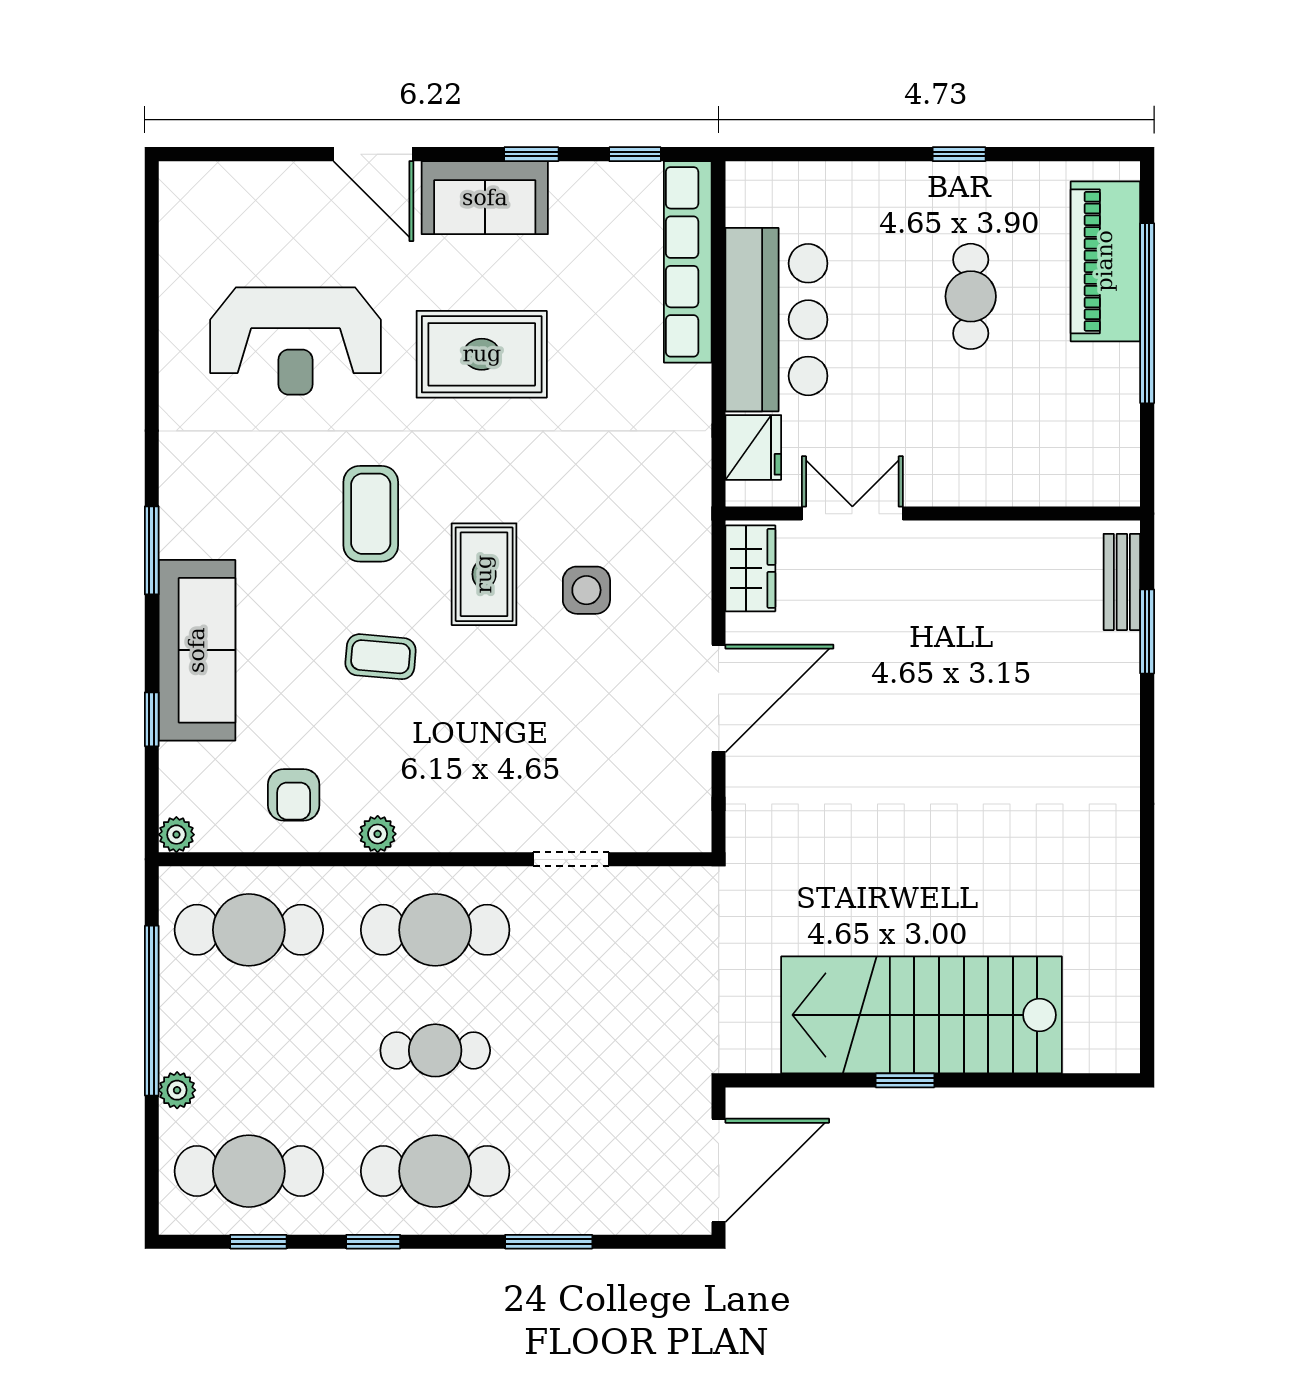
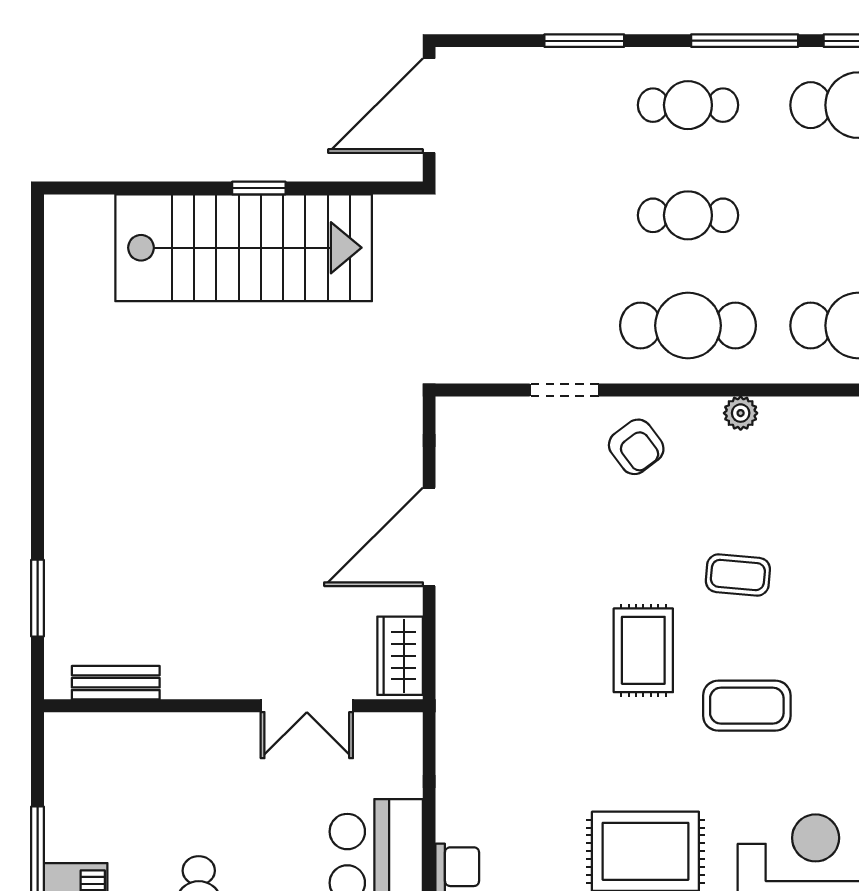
fridge: (753, 447) -> (397, 766), removed
coffee table: (371, 514) -> (747, 706), turned 90
bench: (1122, 582) -> (116, 683), moved, turned 90
side table: (586, 590) -> (550, 636), removed
armchair: (294, 795) -> (636, 447), moved, turned 143
cafe table: (435, 1171) -> (688, 105), width x0.73, depth x0.74
window: (373, 1242) -> (745, 41), width x2.17

